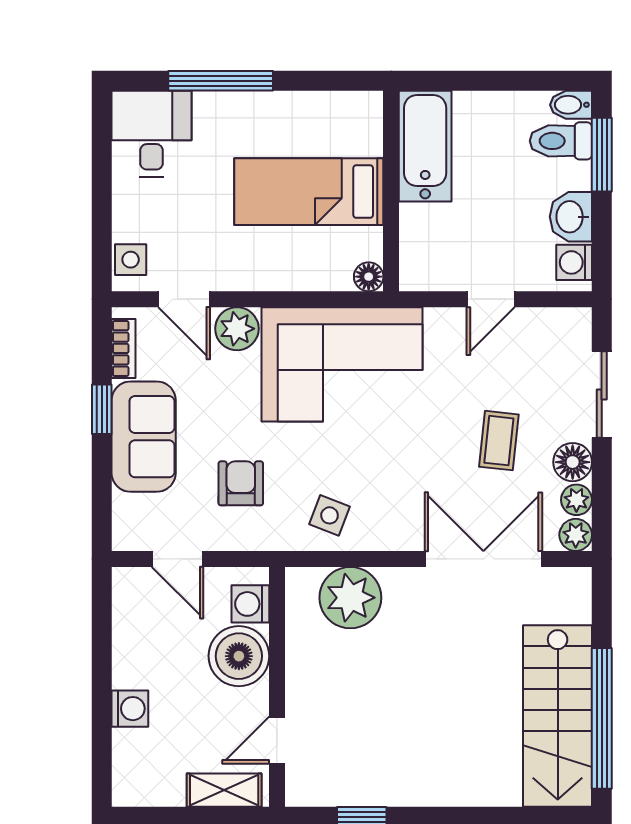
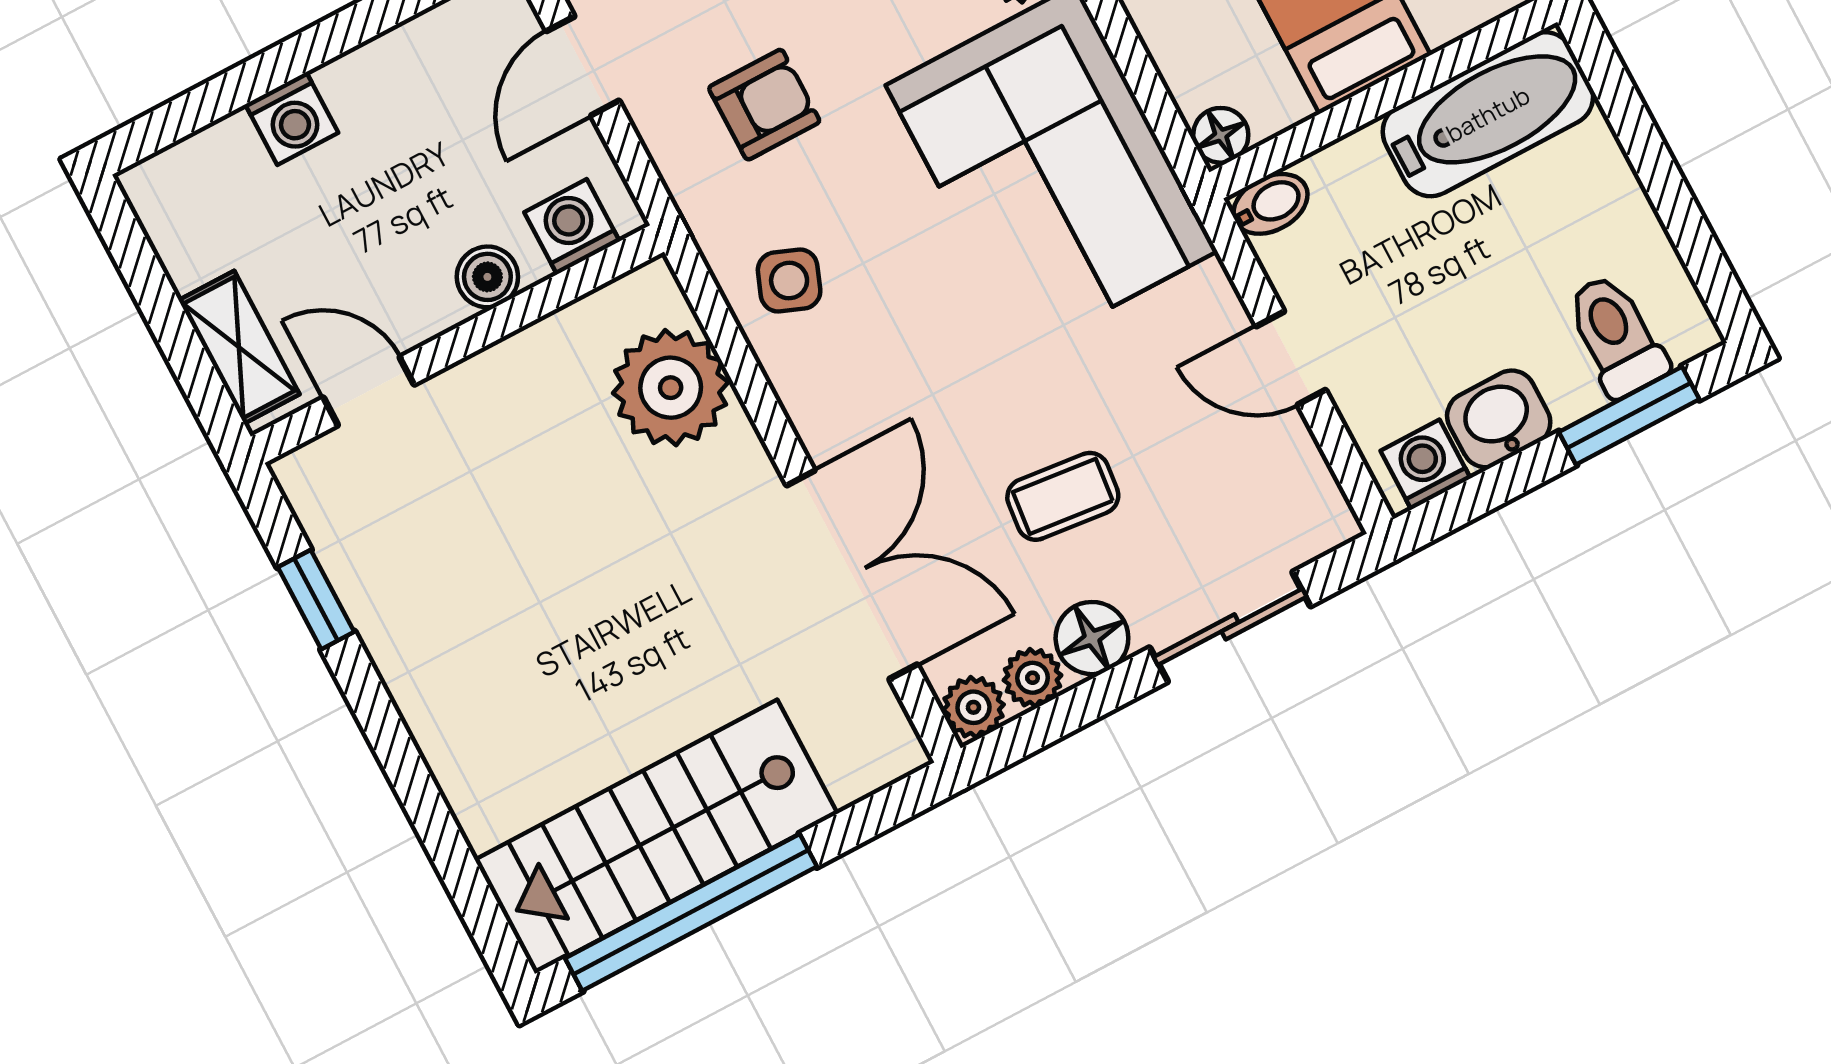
bidet: (571, 105) -> (1270, 204), moved, turned 90
boiler: (239, 656) -> (487, 277), width x0.54, depth x0.54

